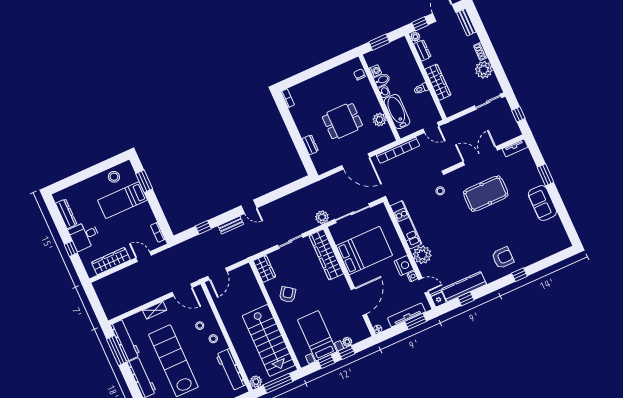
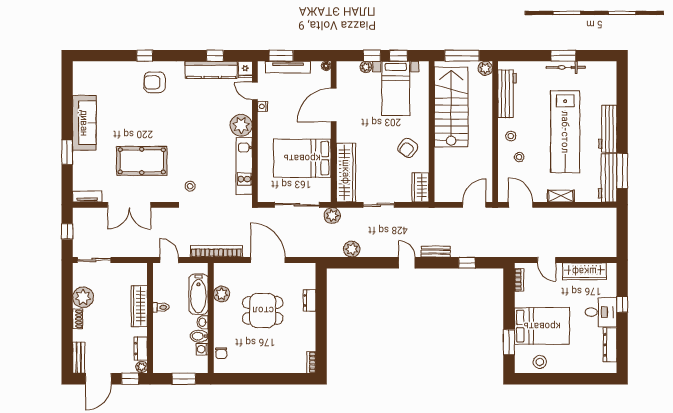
plant: (296, 198) -> (352, 249), added
bed: (122, 200) -> (542, 326), width x1.50
sofa: (542, 203) -> (84, 123), width x1.36
nightstand: (404, 266) -> (266, 122), removed

